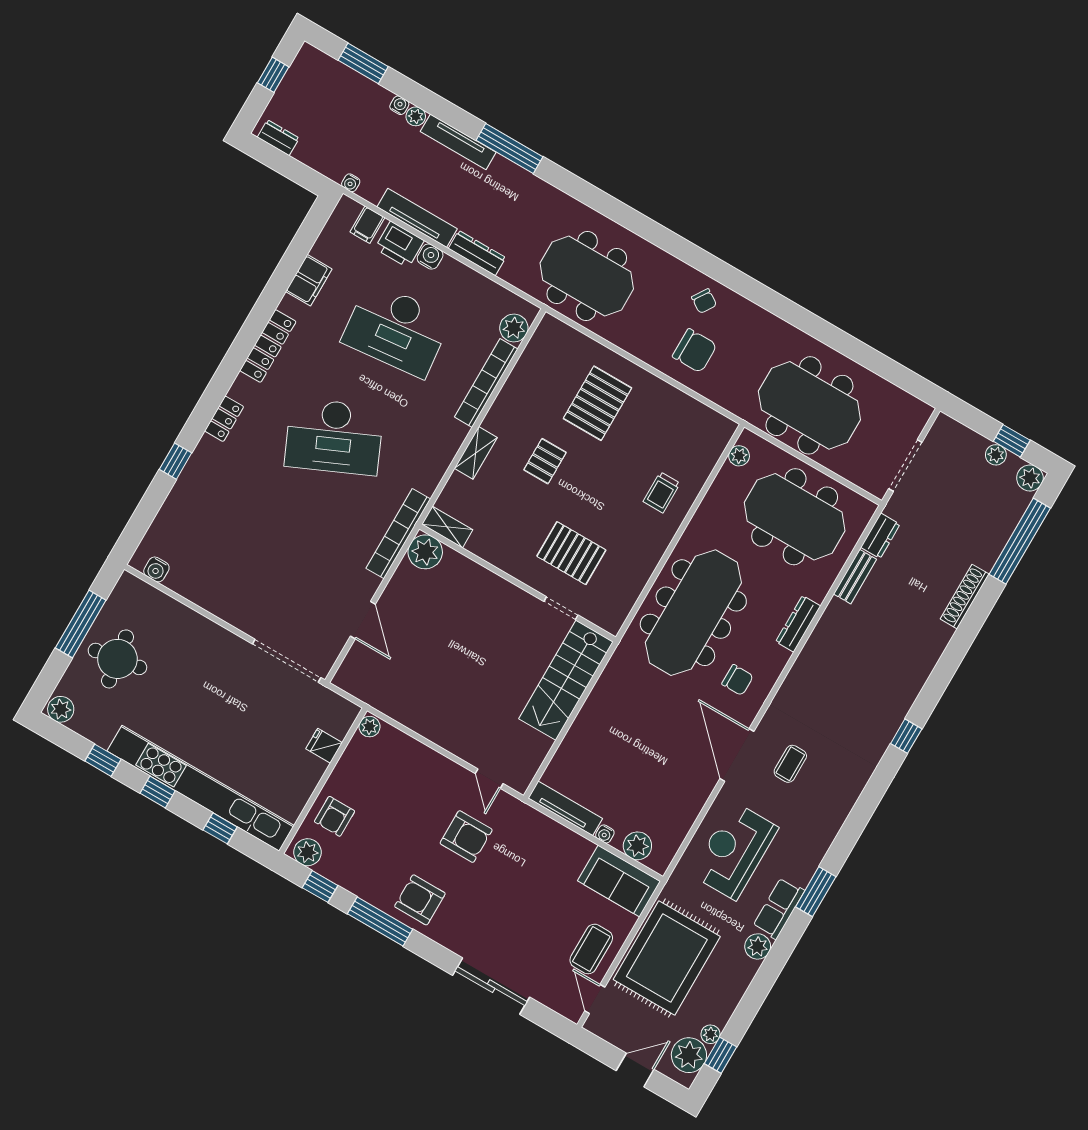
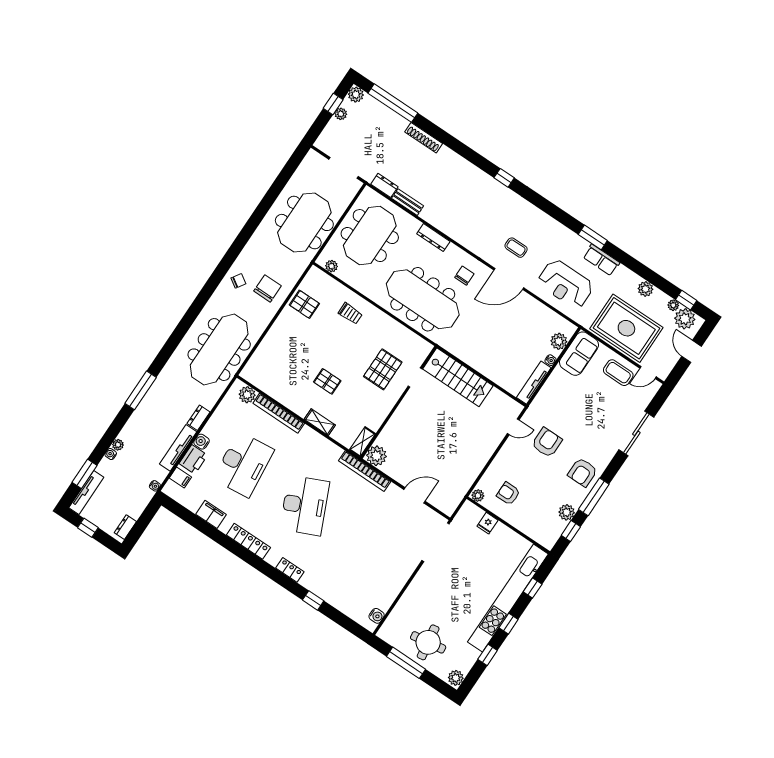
tv unit: (458, 142) -> (86, 493), moved
dresser: (477, 253) -> (199, 418), width x0.70
meeting table: (587, 276) -> (219, 350), width x1.36
pallet: (597, 403) -> (304, 304), moved, width x0.67, depth x0.71
armchair: (335, 816) -> (508, 494), moved, turned 180
plant: (307, 852) -> (567, 512), moved
plant: (758, 946) -> (645, 289), moved

